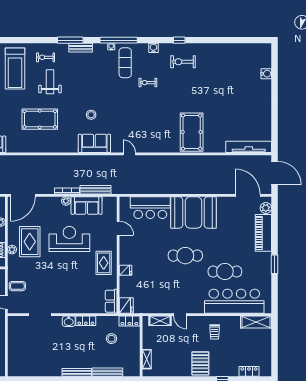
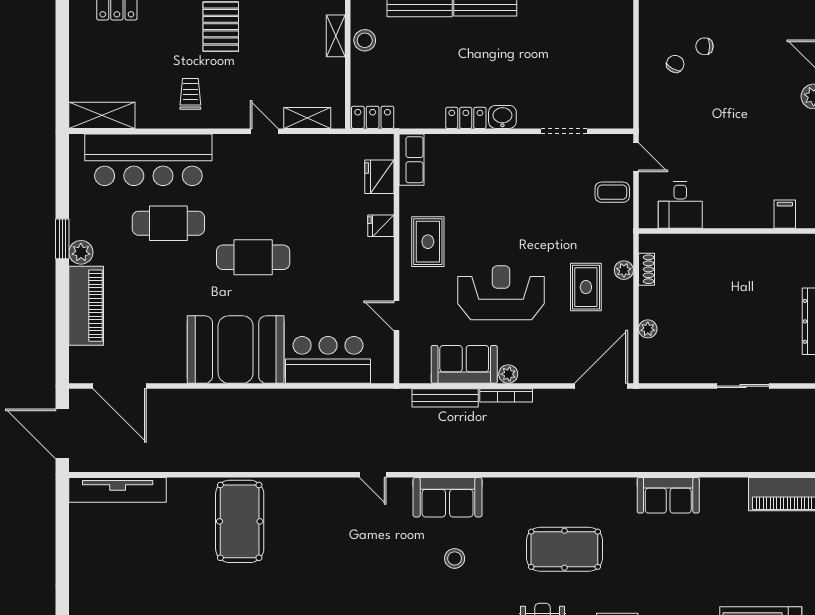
plant: (266, 208) -> (81, 252), moved
reception desk: (69, 239) -> (501, 293), turned 180
rug: (30, 242) -> (586, 287), width x0.73, depth x0.70
fridge: (126, 305) -> (379, 177), moved
stool: (111, 339) -> (365, 40), moved

